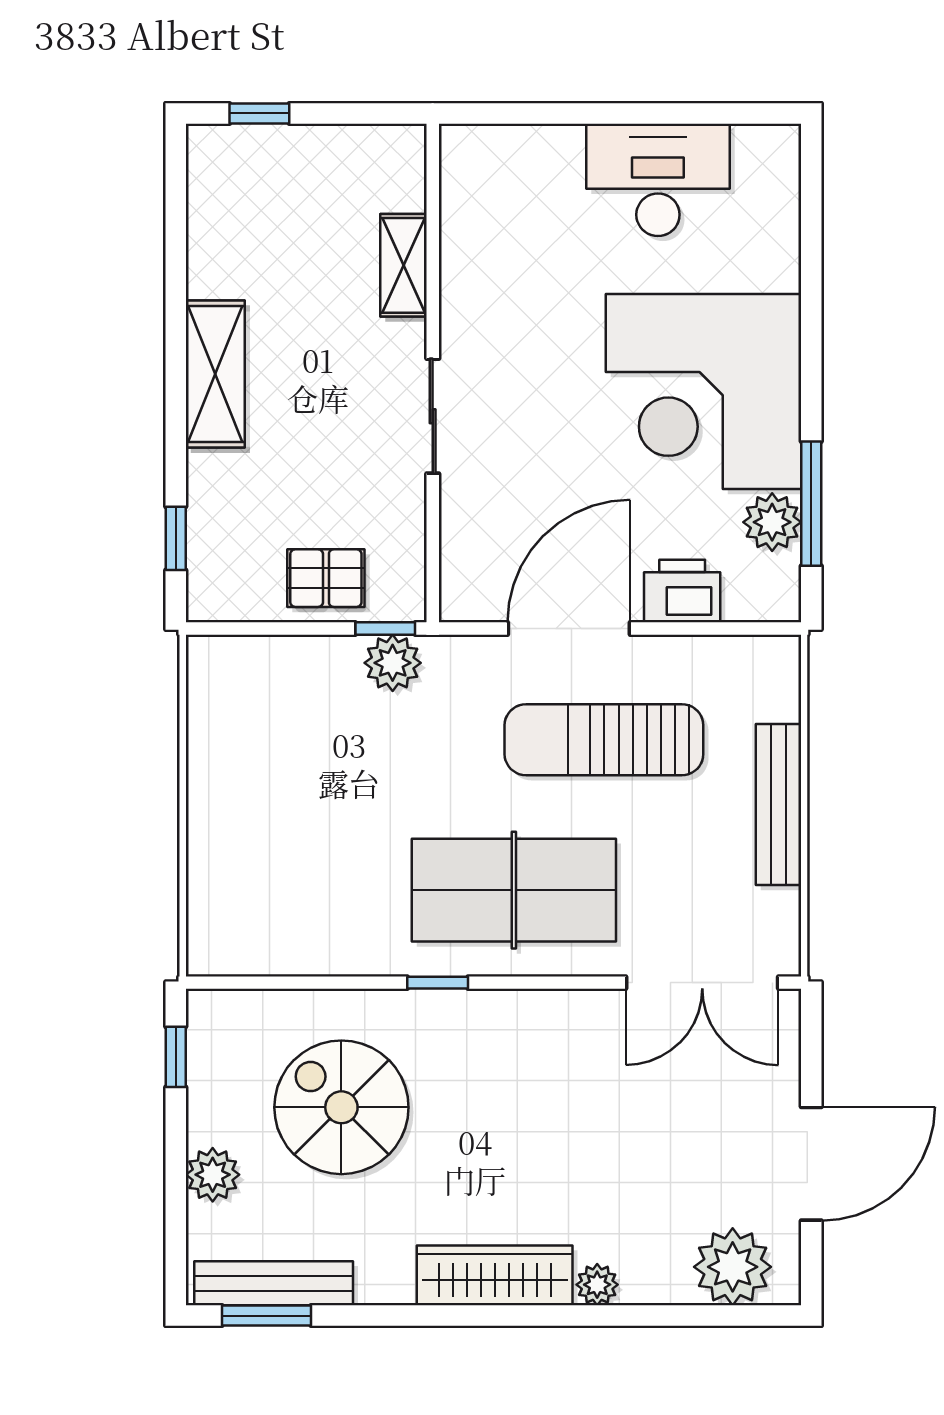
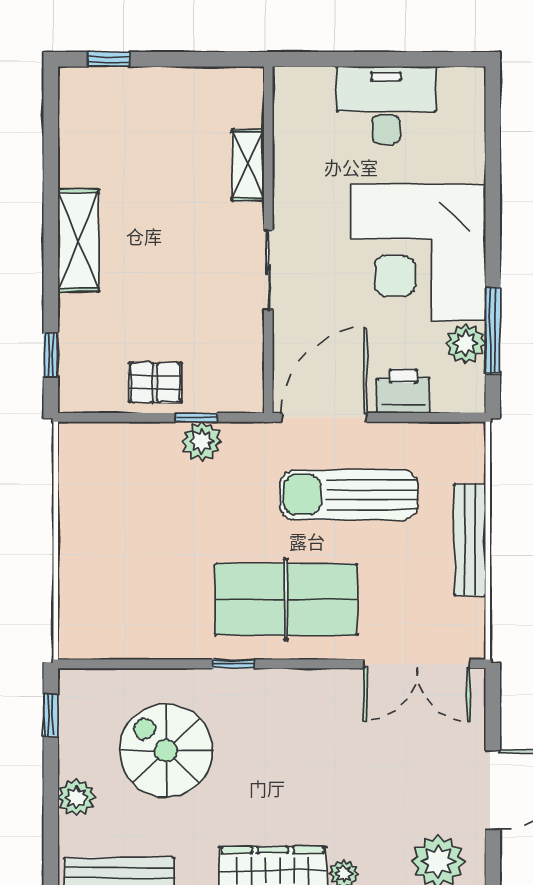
shelving: (404, 265) -> (248, 165), moved
wall: (433, 373) -> (268, 240), moved
sliding door: (433, 416) -> (268, 270), moved

